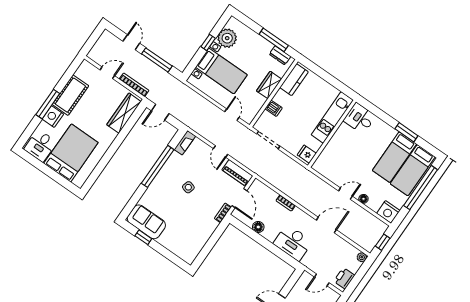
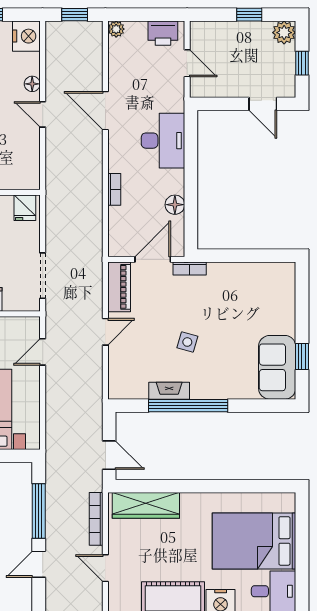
fireplace: (185, 143) -> (169, 391), moved

